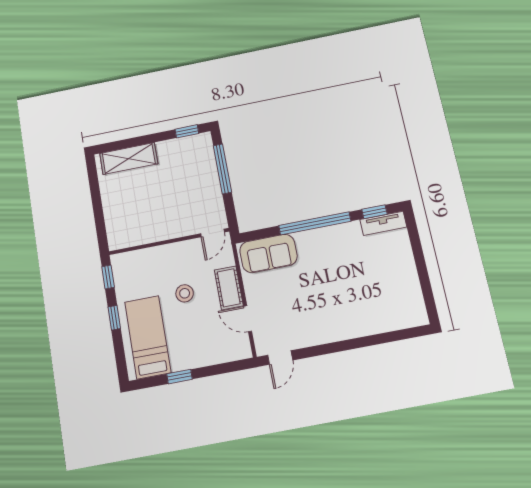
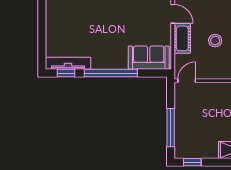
tv unit: (383, 223) -> (68, 63), width x1.41

